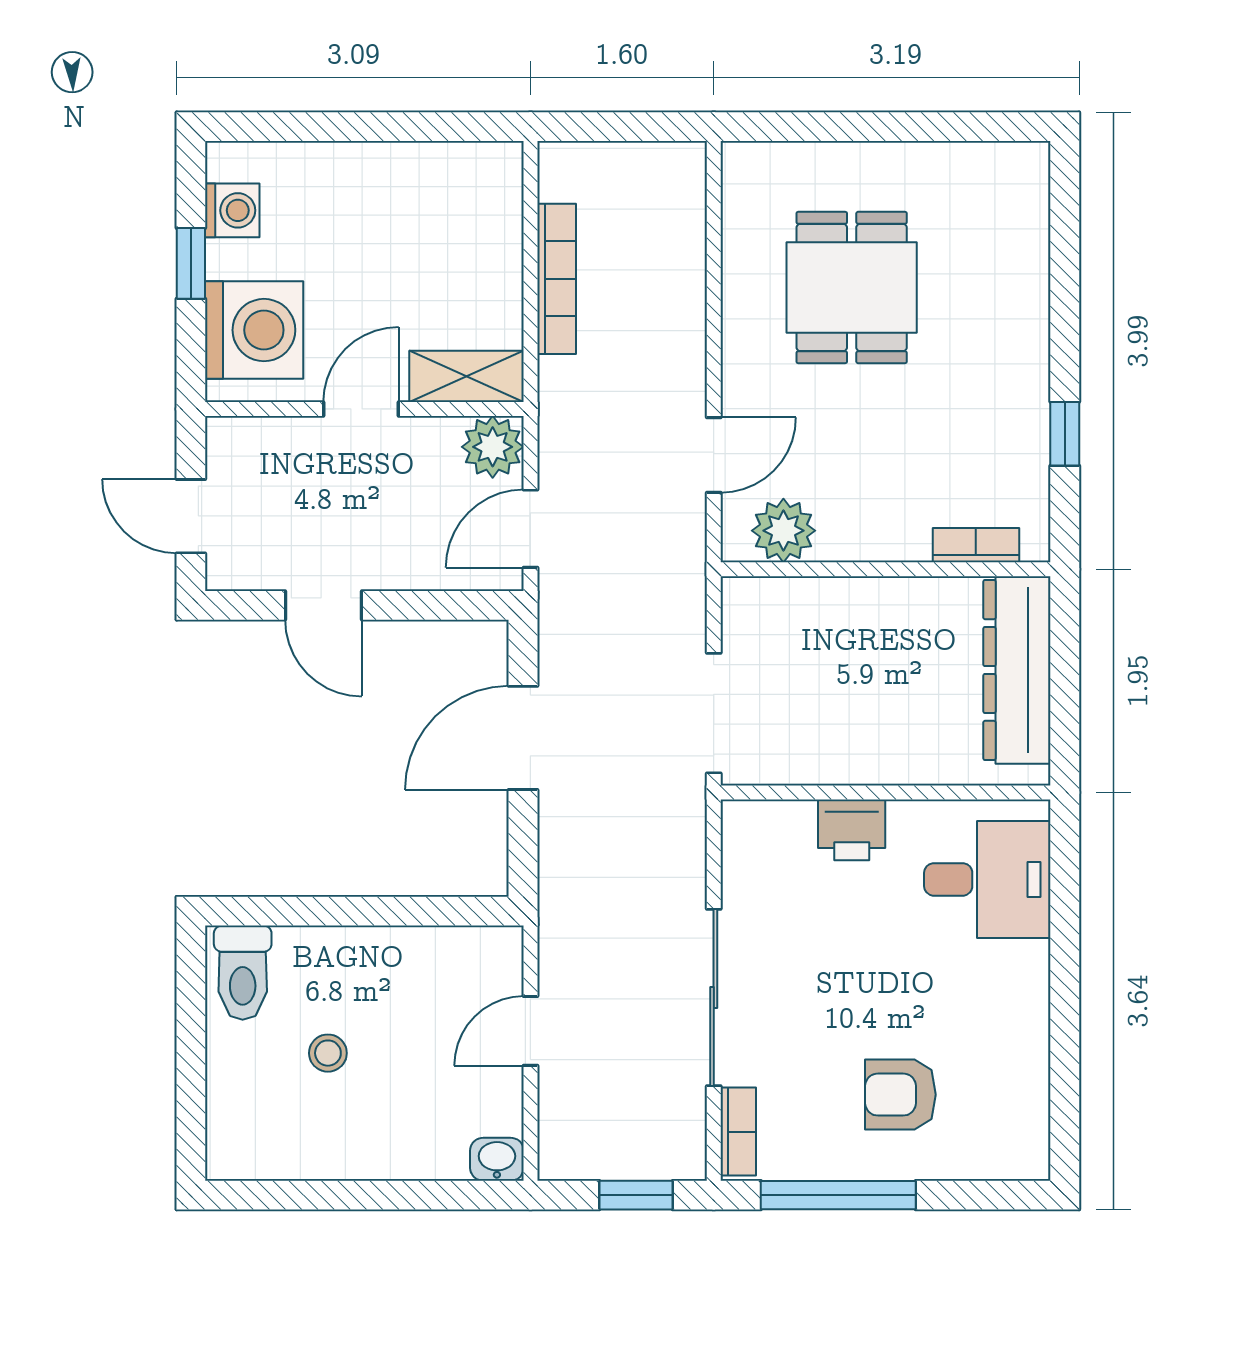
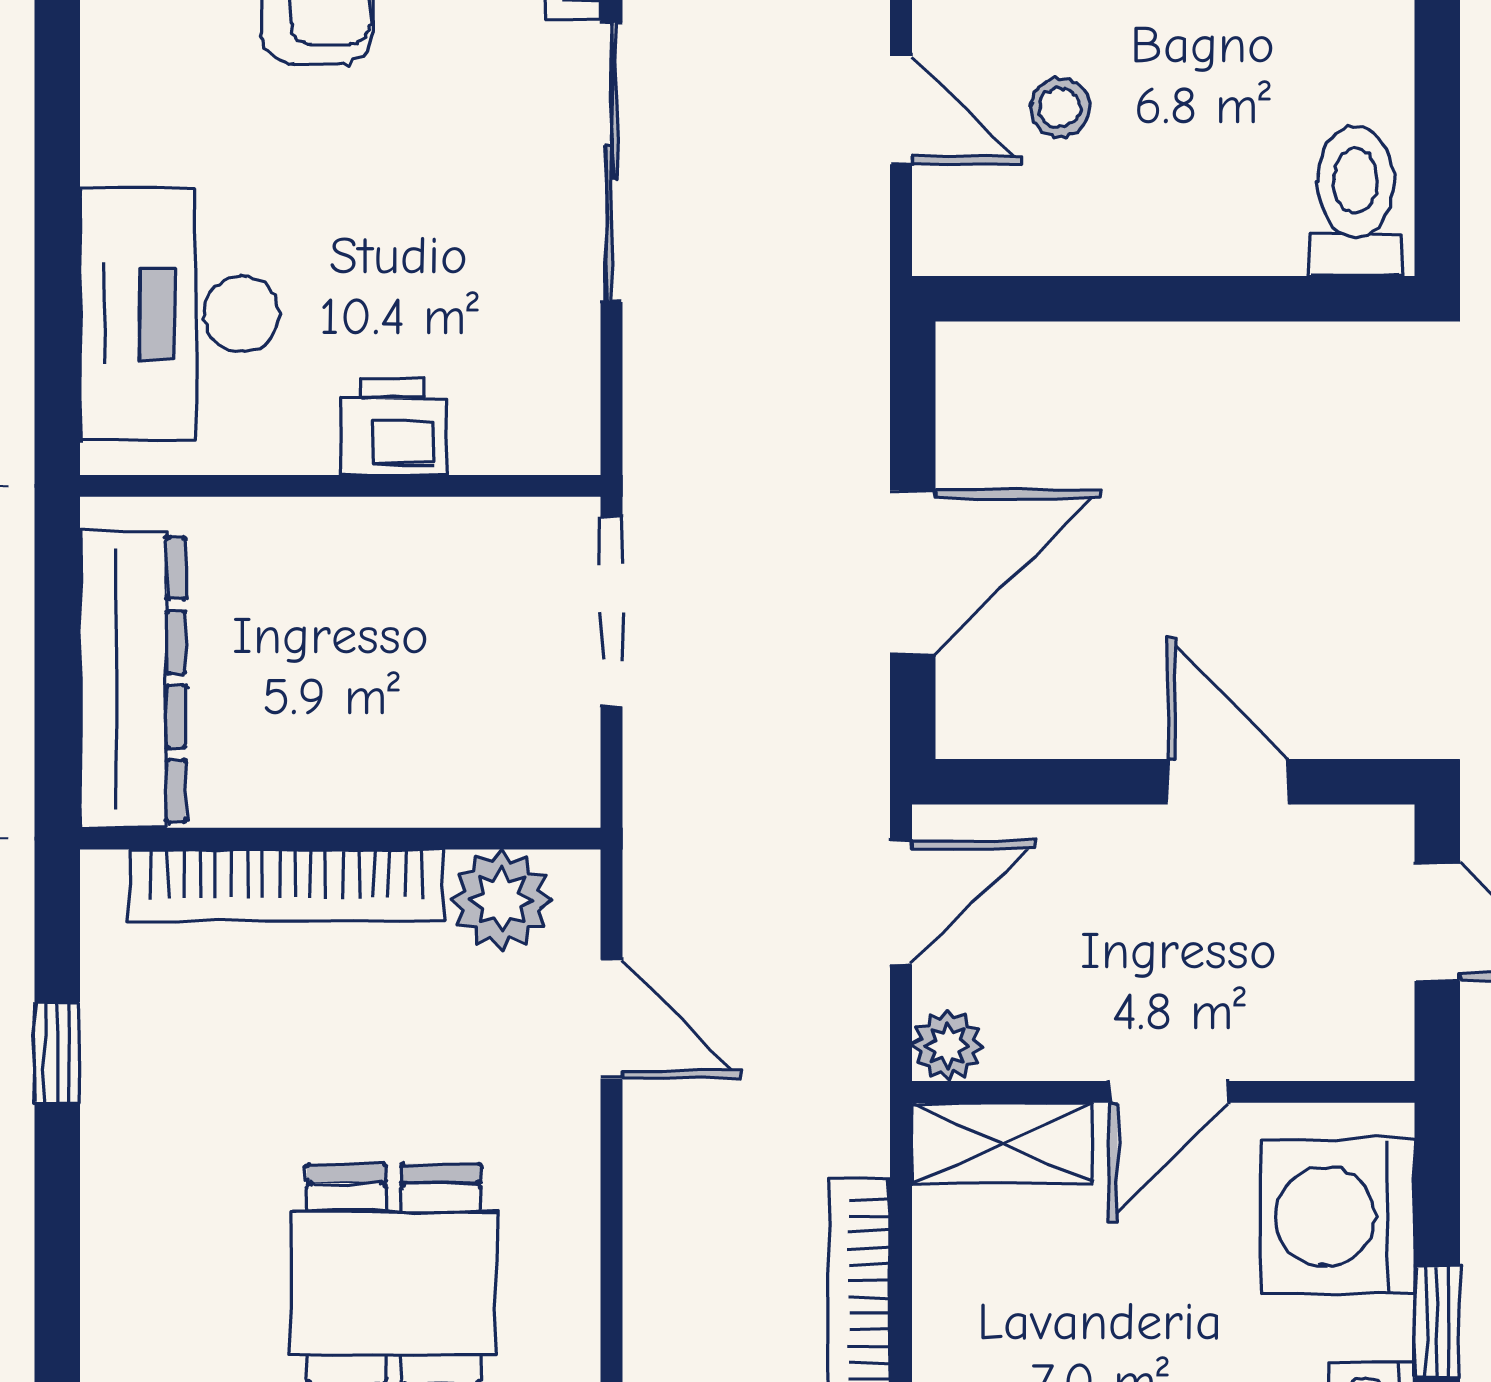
plant: (493, 447) -> (947, 1045), width x0.73, depth x0.73
door: (714, 455) -> (612, 1019), swing flipped
bookcase: (976, 545) -> (287, 885), width x2.31, depth x1.31
desk: (987, 879) -> (179, 314), width x1.37
door: (530, 1031) -> (901, 109), hinge flipped
stool: (328, 1053) -> (1060, 108), moved

